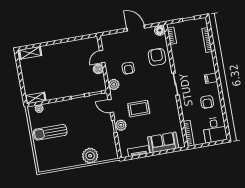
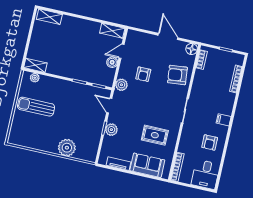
shelving: (87, 43) -> (112, 31), added
armchair: (157, 57) -> (177, 75), turned -96
rug: (139, 109) -> (155, 135), moved

